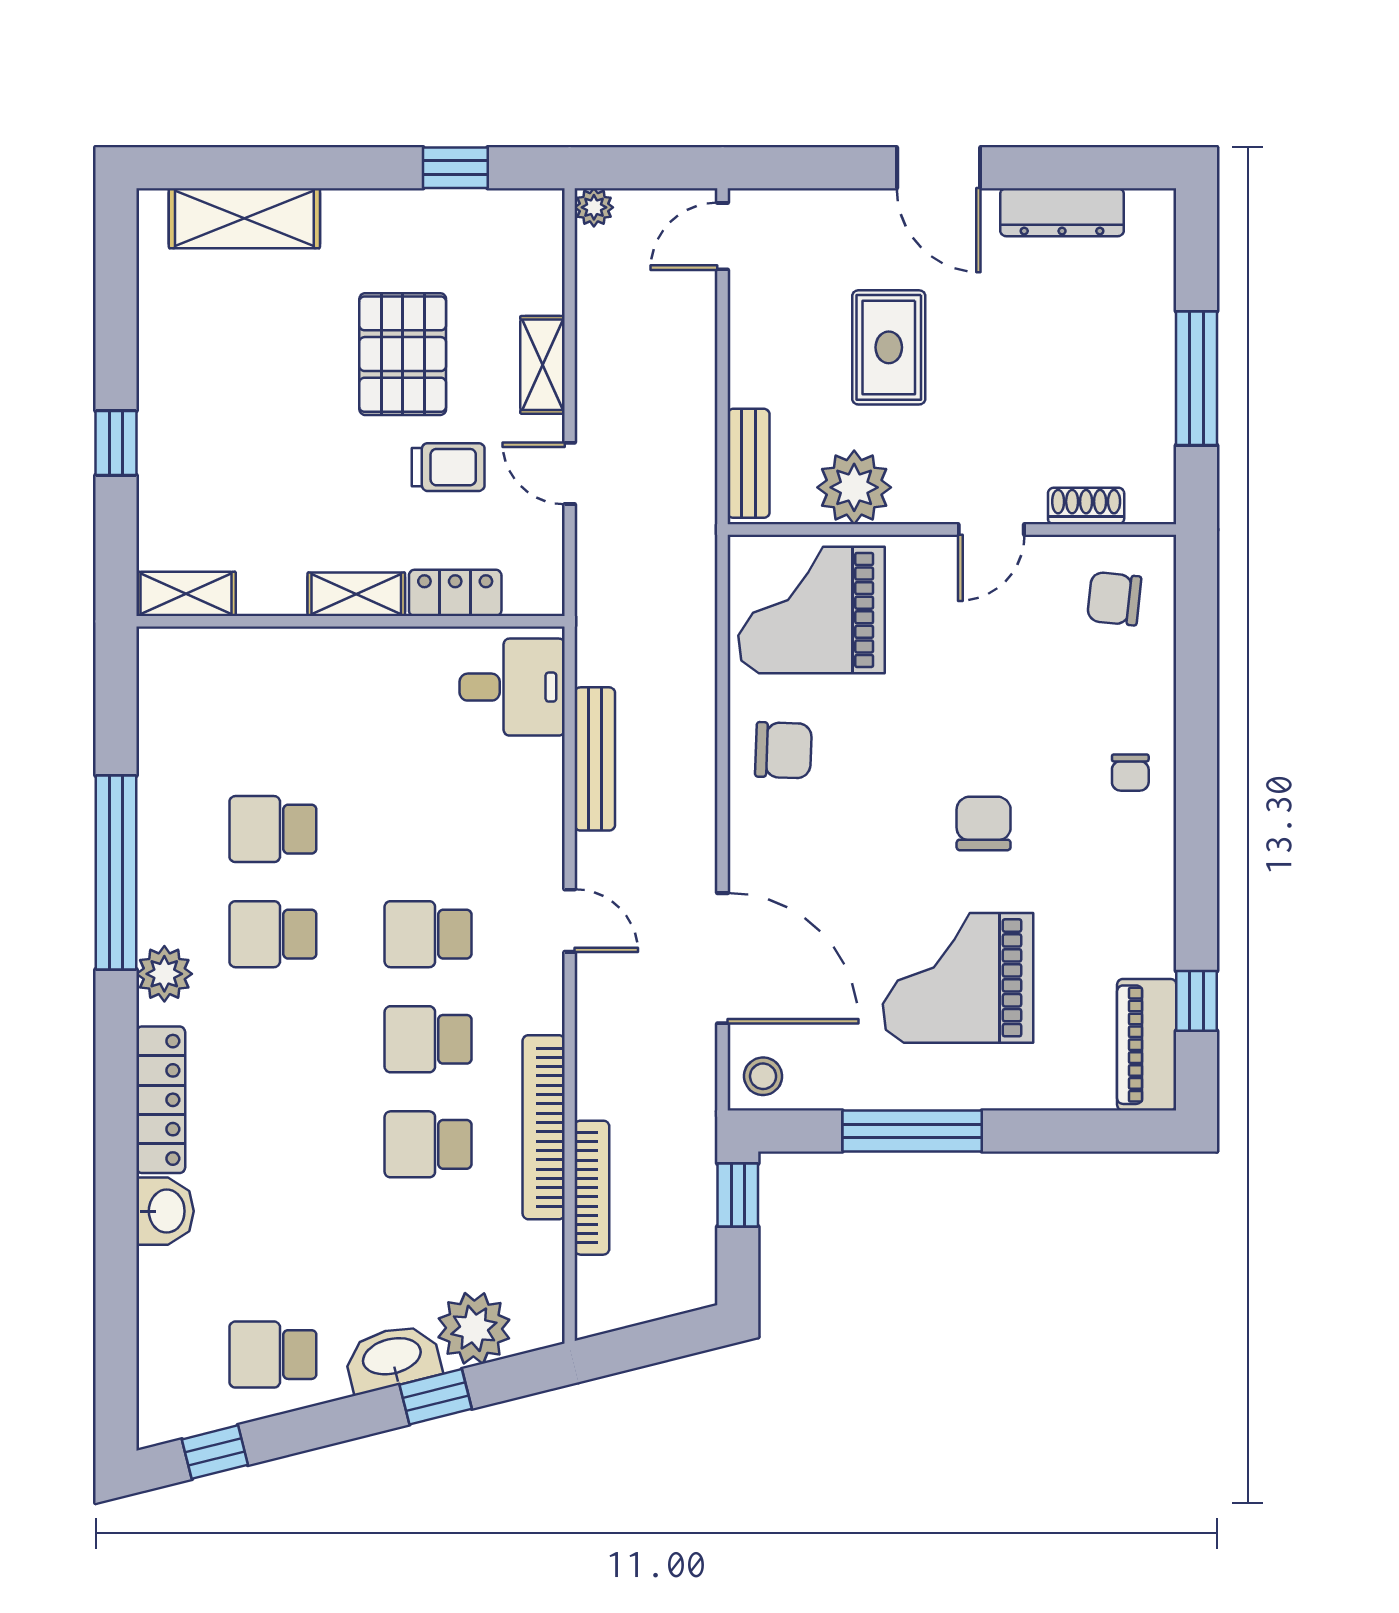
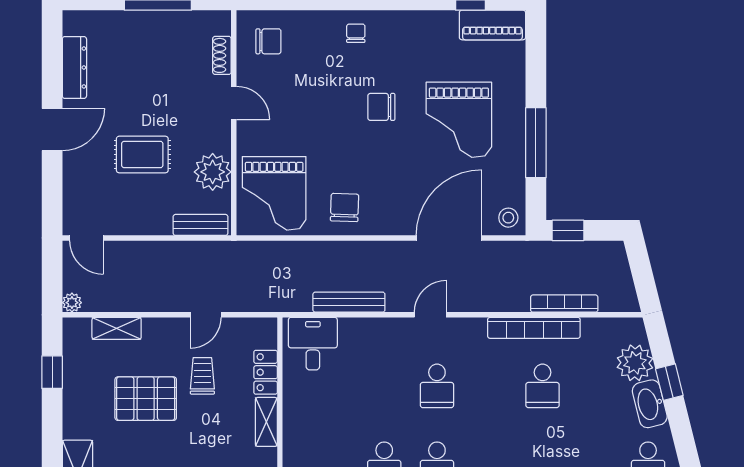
shelving: (542, 365) -> (117, 328), moved
chair: (1114, 599) -> (268, 41), turned -96
chair: (1130, 773) -> (356, 33), turned -90
school desk: (428, 1039) -> (490, 386), removed

